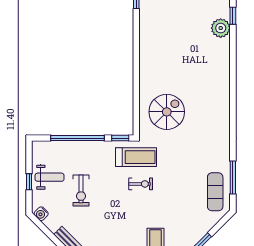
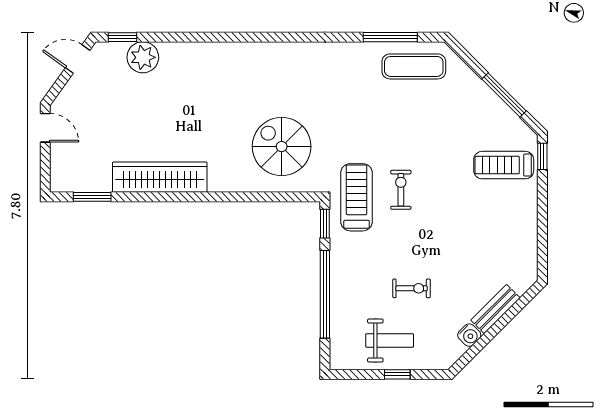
wardrobe: (148, 38) -> (160, 177), added
weight bench: (50, 177) -> (390, 341), turned 90
exercise bike: (81, 190) -> (412, 288), width x0.73, depth x0.72
water cooler: (41, 214) -> (469, 335), moved

